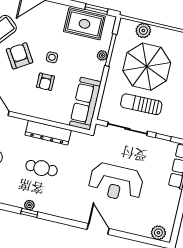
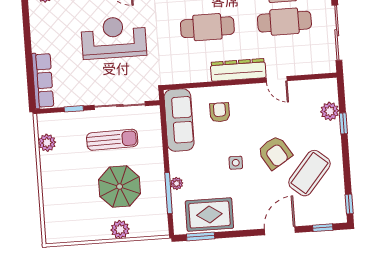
plant: (143, 31) -> (120, 229), moved
parasol: (147, 67) -> (120, 187), width x0.73, depth x0.73
armchair: (45, 82) -> (220, 112), moved
dresser: (48, 133) -> (238, 70), moved
cafe table: (42, 168) -> (207, 27), width x1.37, depth x1.35

